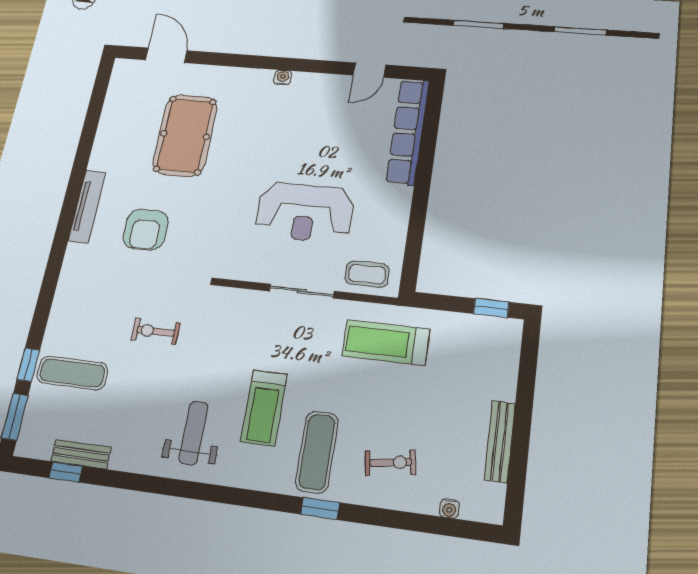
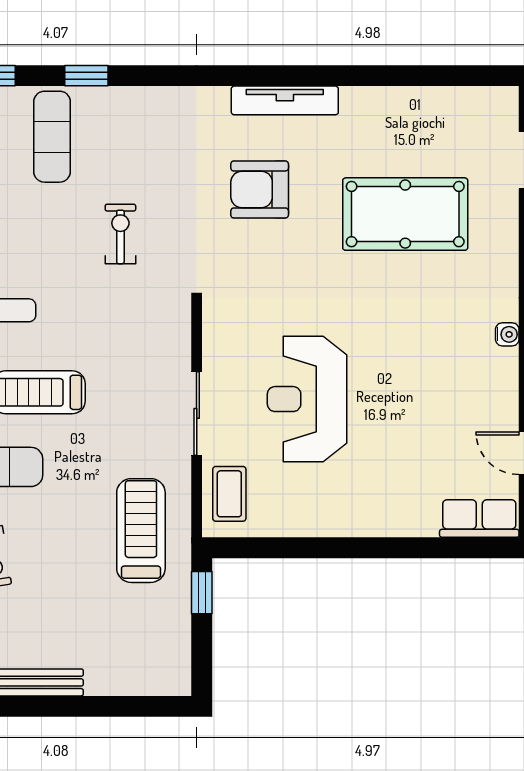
row of seats: (408, 132) -> (479, 519), width x0.50
window: (491, 308) -> (202, 593), moved
window: (28, 365) -> (86, 76), moved

